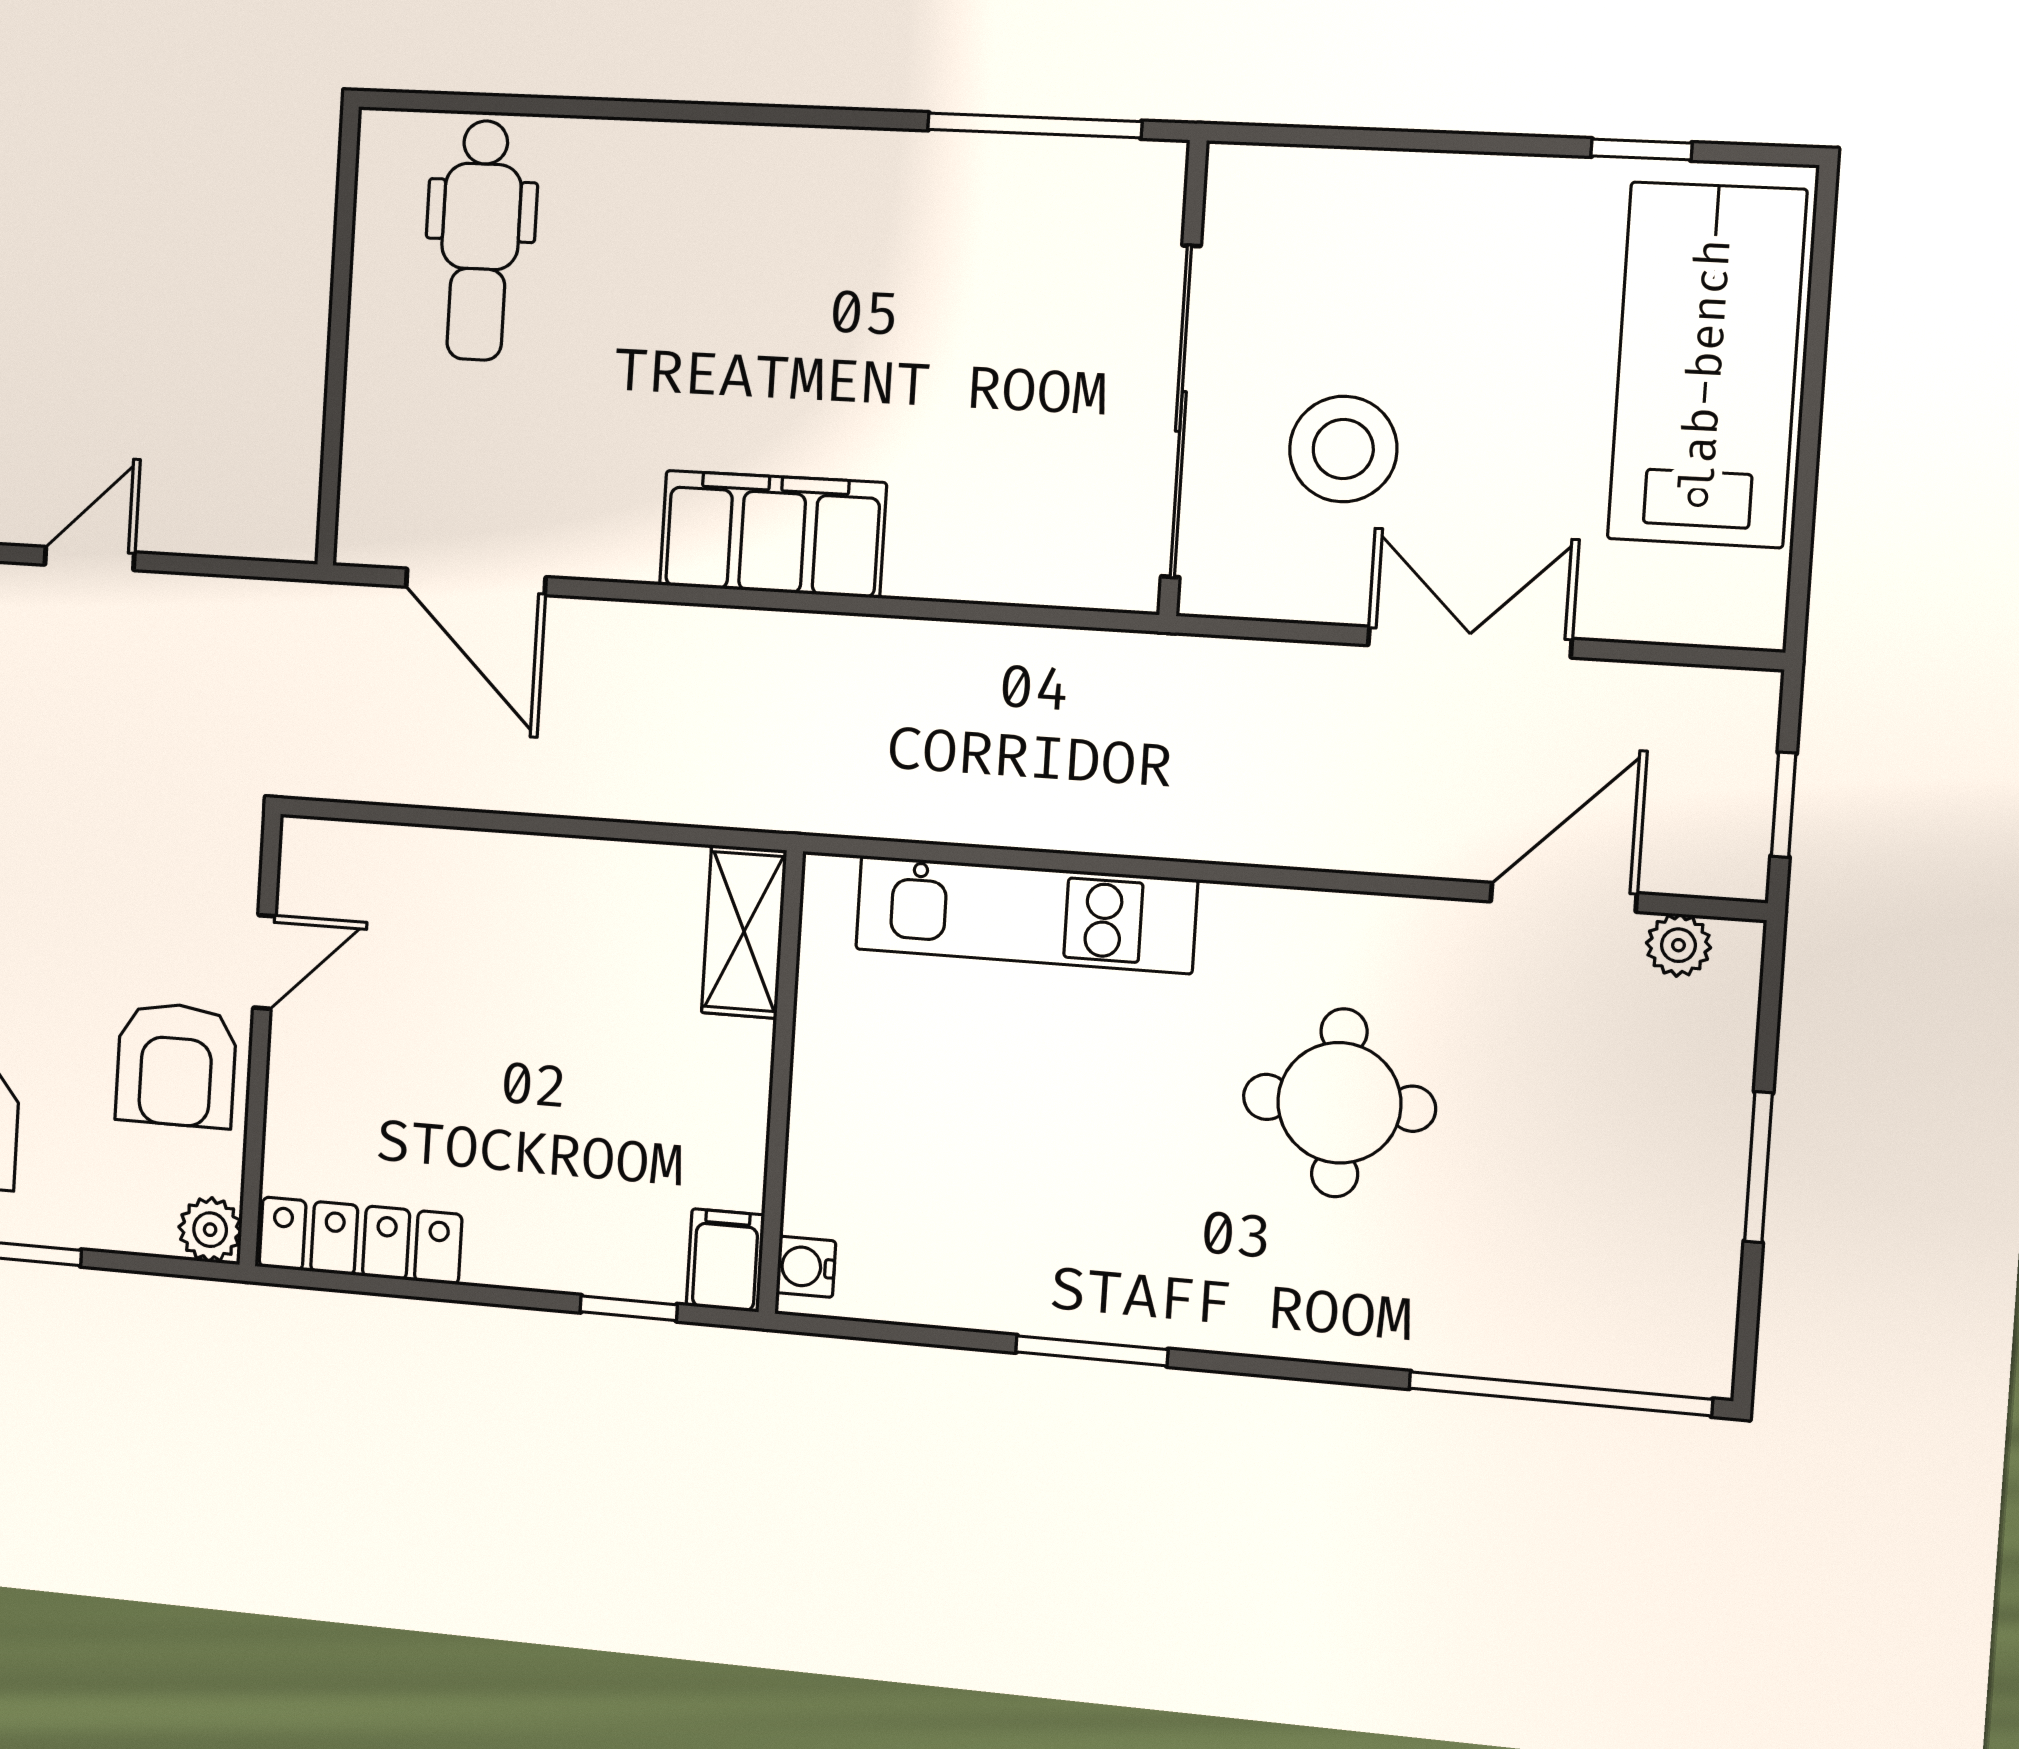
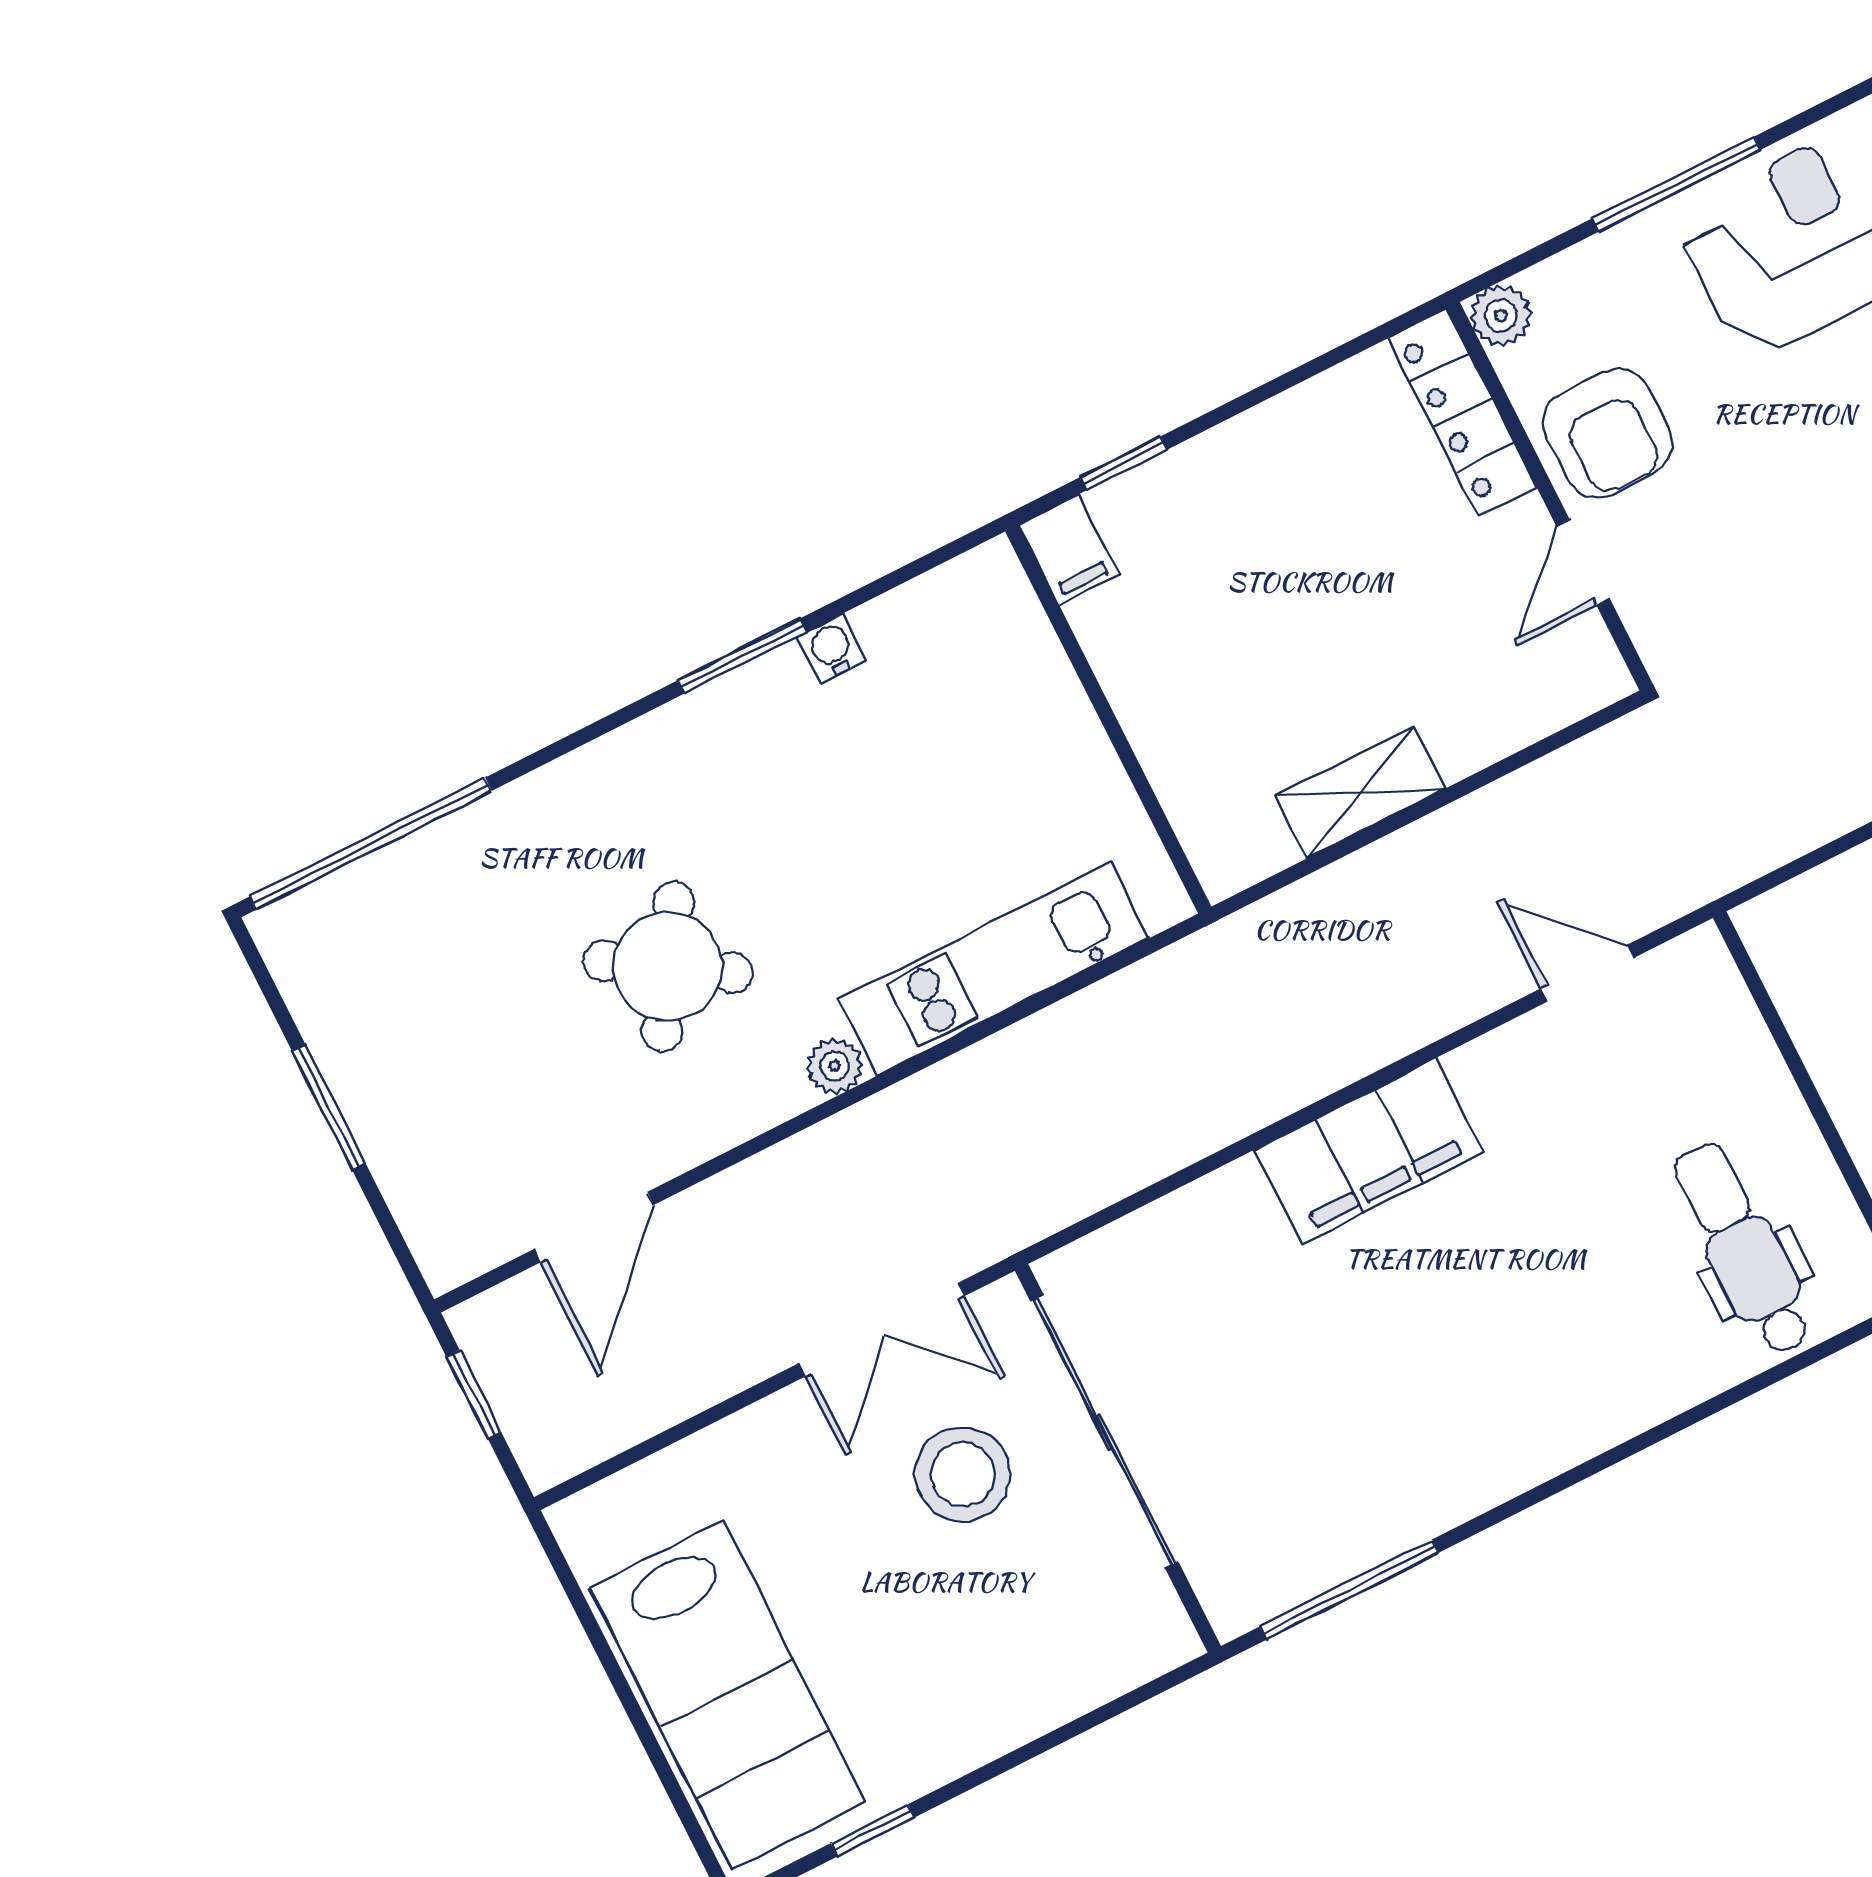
door: (476, 582) -> (1587, 973), width x0.73
double door: (1470, 642) -> (882, 1330), moved
shelving: (744, 932) -> (1360, 792), moved, turned 90
plant: (1678, 945) -> (835, 1066), moved
armchair: (176, 1065) -> (1608, 433), turned 180
round table: (1339, 1103) -> (668, 967), turned 32
locker: (360, 1241) -> (1462, 413), moved, turned 90
water cooler: (806, 1267) -> (832, 648), moved, turned -90

